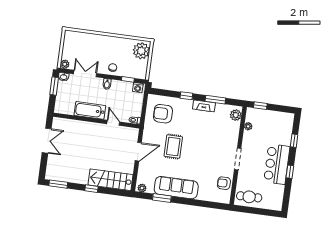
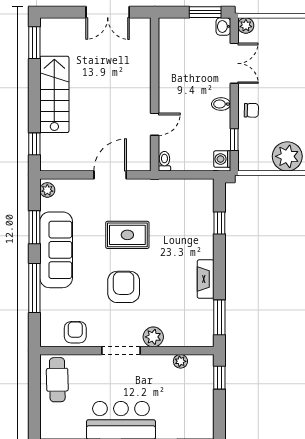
window: (186, 96) -> (219, 223), moved
window: (215, 100) -> (219, 317), moved
bathtub: (90, 110) -> (171, 80), removed
armchair: (163, 114) -> (124, 287), moved
plant: (236, 115) -> (153, 337), moved
door: (138, 152) -> (110, 175), swing flipped
stairs: (110, 180) -> (54, 94), moved
window: (91, 189) -> (34, 144), moved
window: (196, 203) -> (34, 288), added

